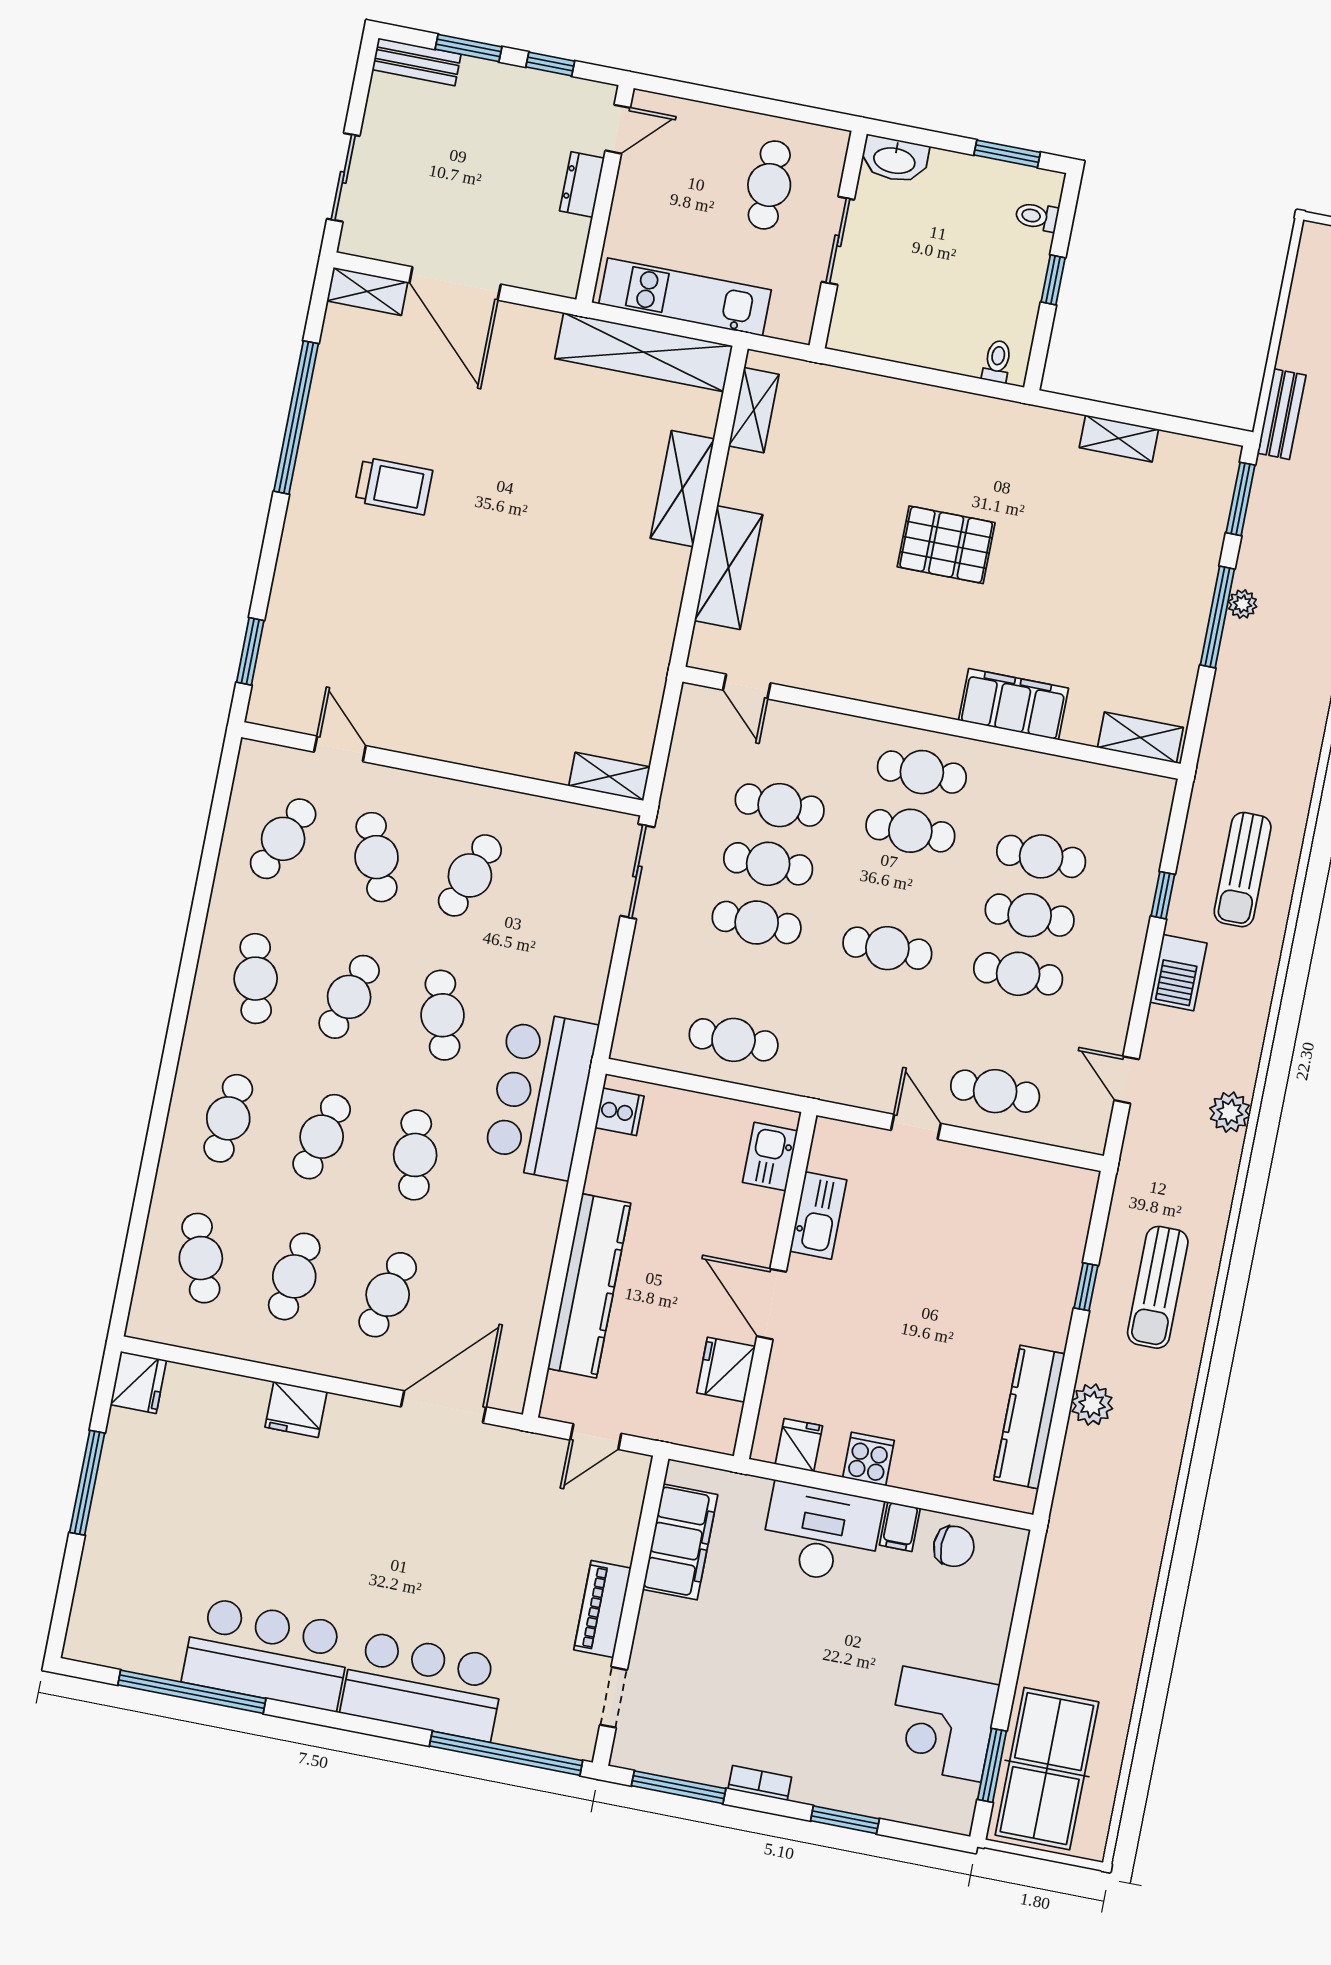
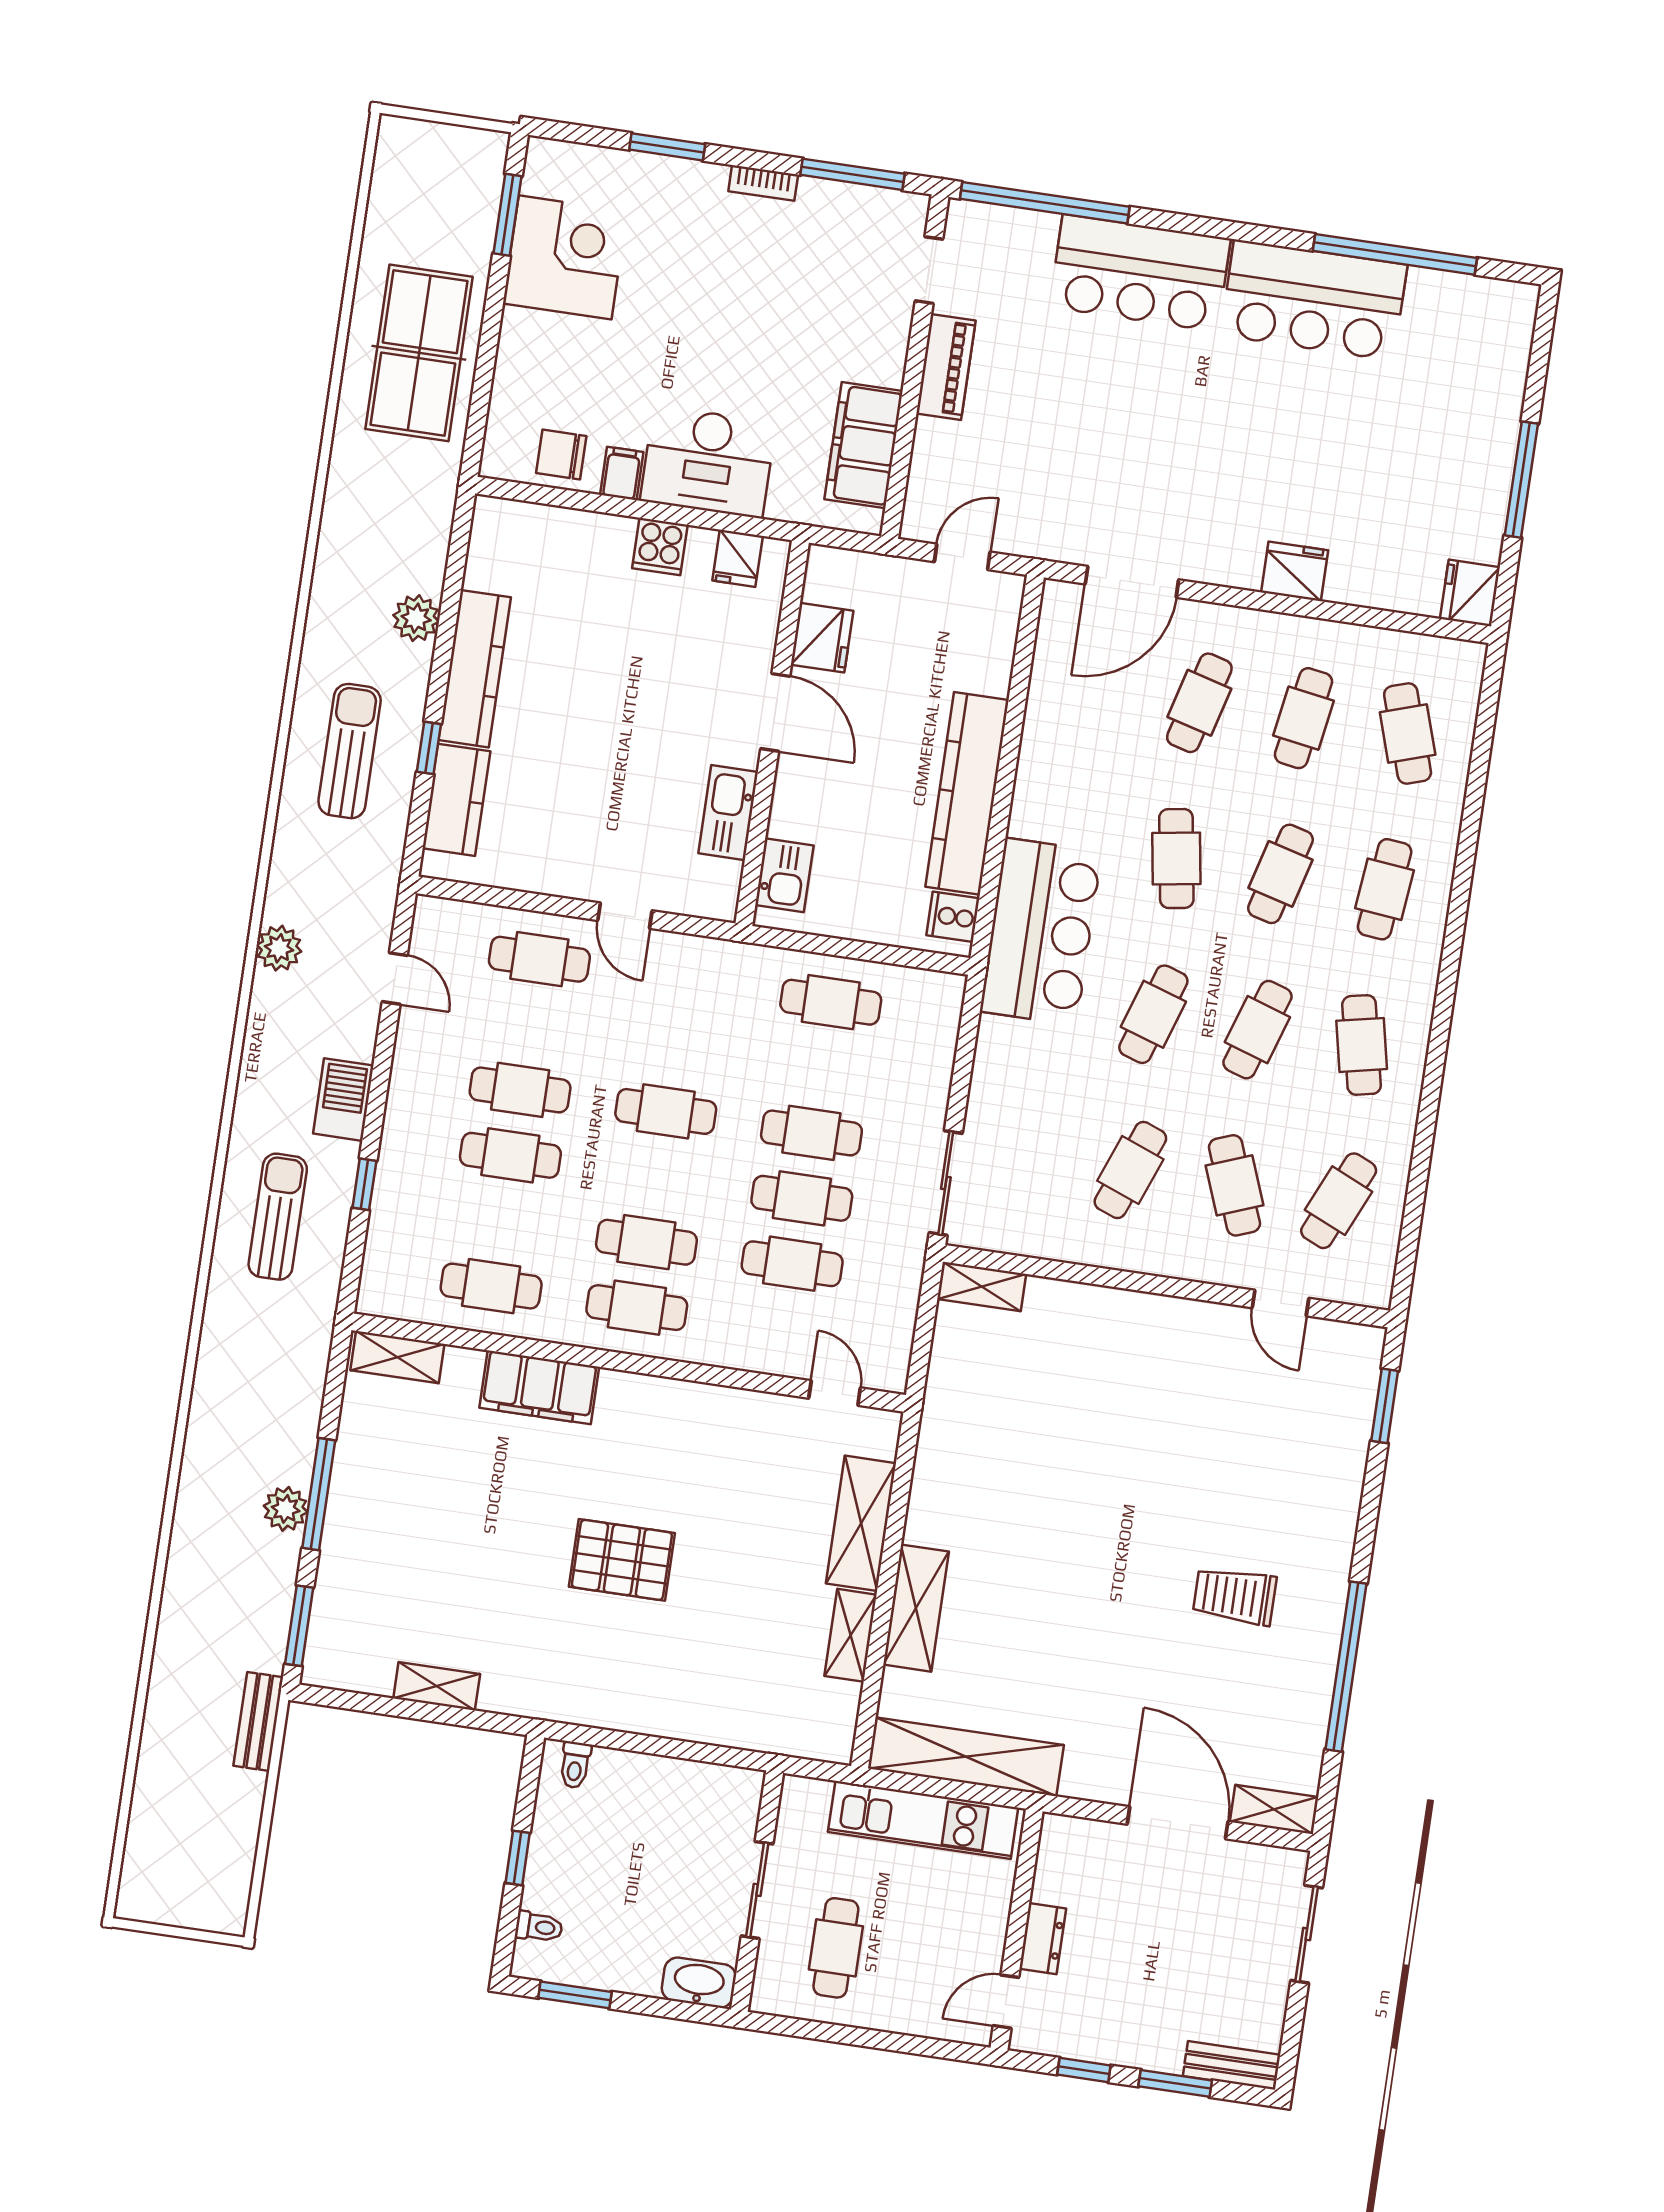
shelving: (754, 410) -> (850, 1635), moved
plant: (1243, 604) -> (286, 1509), width x1.38, depth x1.38
cafe table: (1041, 856) -> (491, 1286), moved
cafe table: (443, 1015) -> (1153, 1014), turned 33
kitchen counter: (1063, 1239) -> (456, 800), added
kitchen counter: (589, 1286) -> (967, 793), moved
kitchen counter: (1029, 1417) -> (475, 669), moved
table tennis table: (1047, 1769) -> (419, 353), moved

